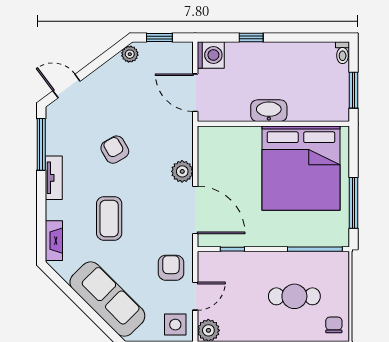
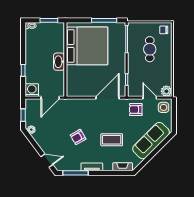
door: (67, 86) -> (47, 161), swing flipped
plant: (182, 171) -> (89, 104), removed

